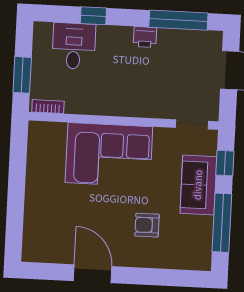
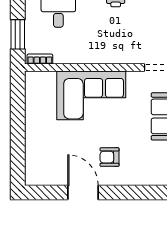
armchair: (147, 225) -> (110, 157), moved

